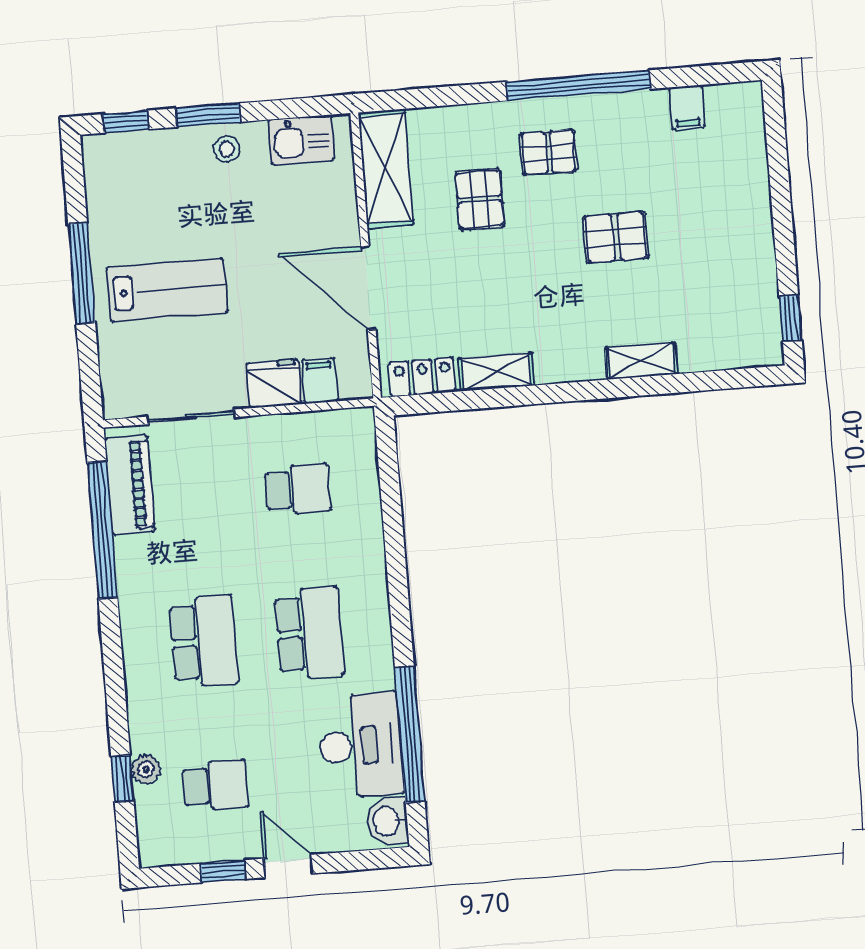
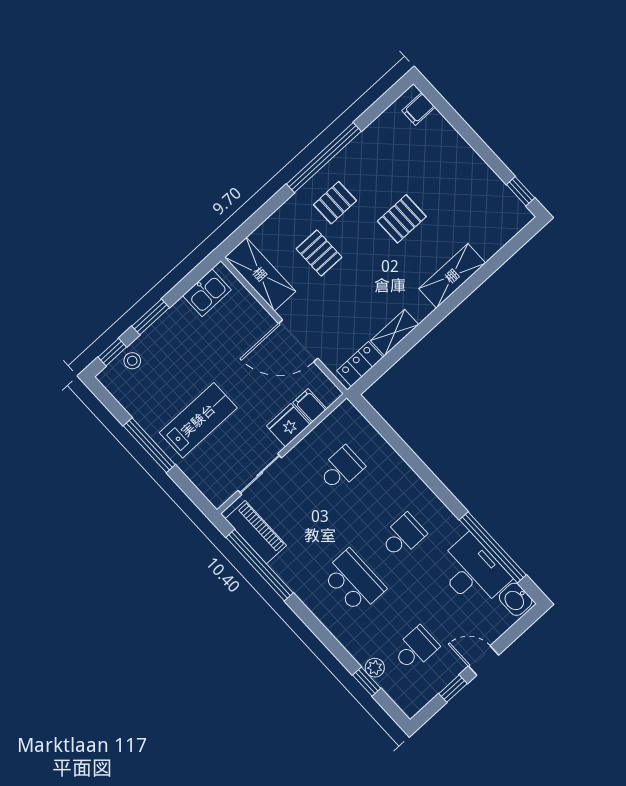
filing cabinet: (687, 107) -> (419, 109), moved, turned 90
stool: (227, 149) -> (132, 361), moved
shelving: (641, 361) -> (452, 276), width x1.50, depth x1.33
school desk: (309, 633) -> (403, 536), width x0.54

